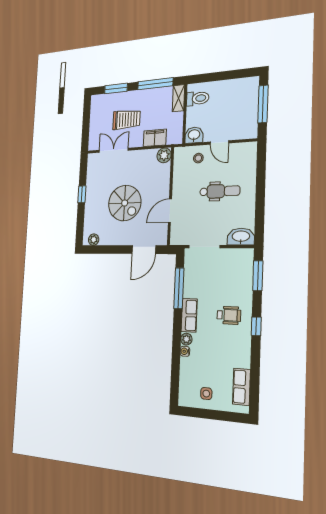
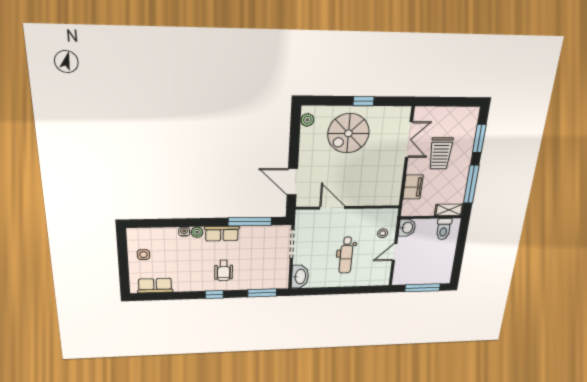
plant: (164, 155) -> (392, 198), removed
spiral stairs: (125, 203) -> (348, 133), moved

